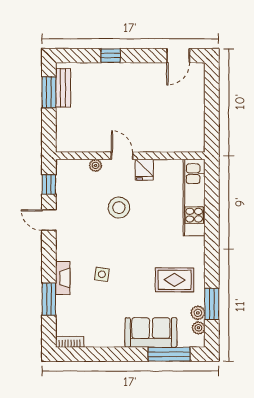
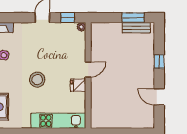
door: (178, 56) -> (159, 97), moved
plant: (96, 165) -> (81, 27), moved
stool: (119, 208) -> (37, 80), moved

